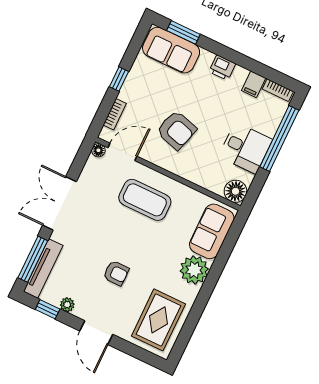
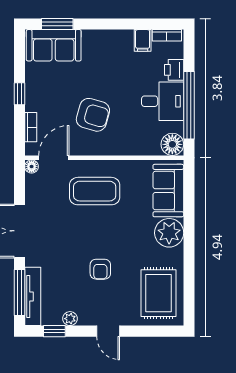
printer: (222, 68) -> (174, 70), moved, turned 90
window: (279, 139) -> (189, 105), moved
armchair: (116, 273) -> (100, 269), turned 90
door: (96, 333) -> (108, 331), width x0.73

